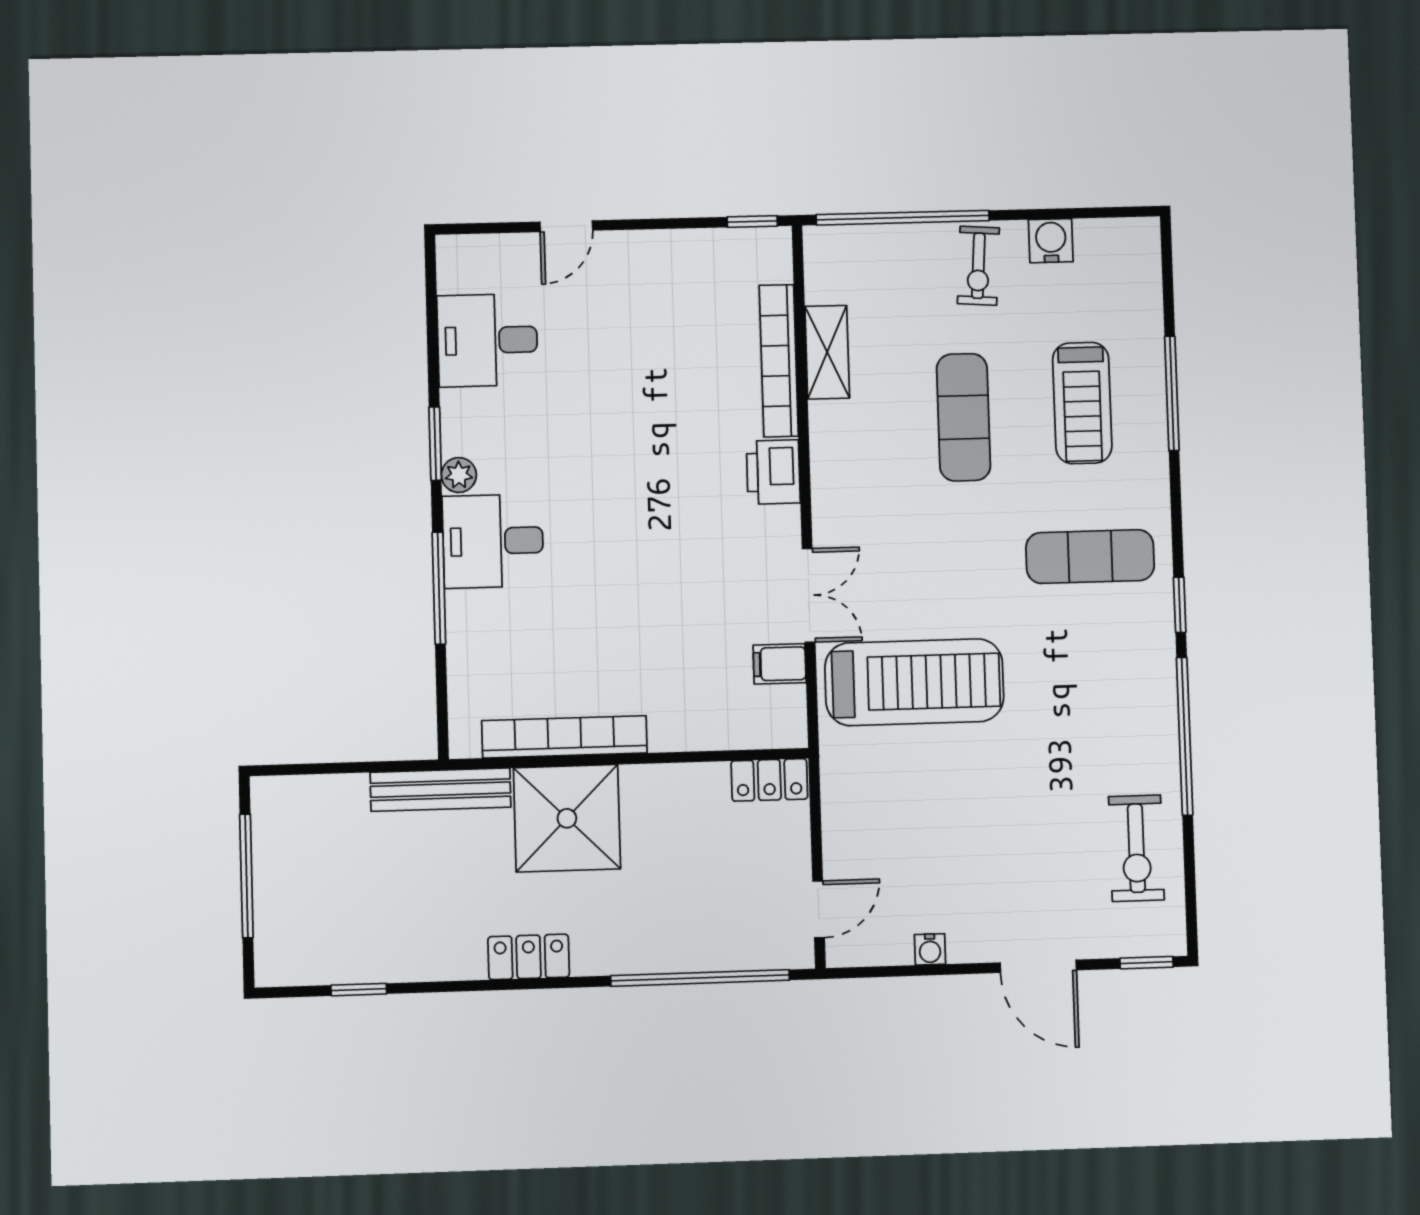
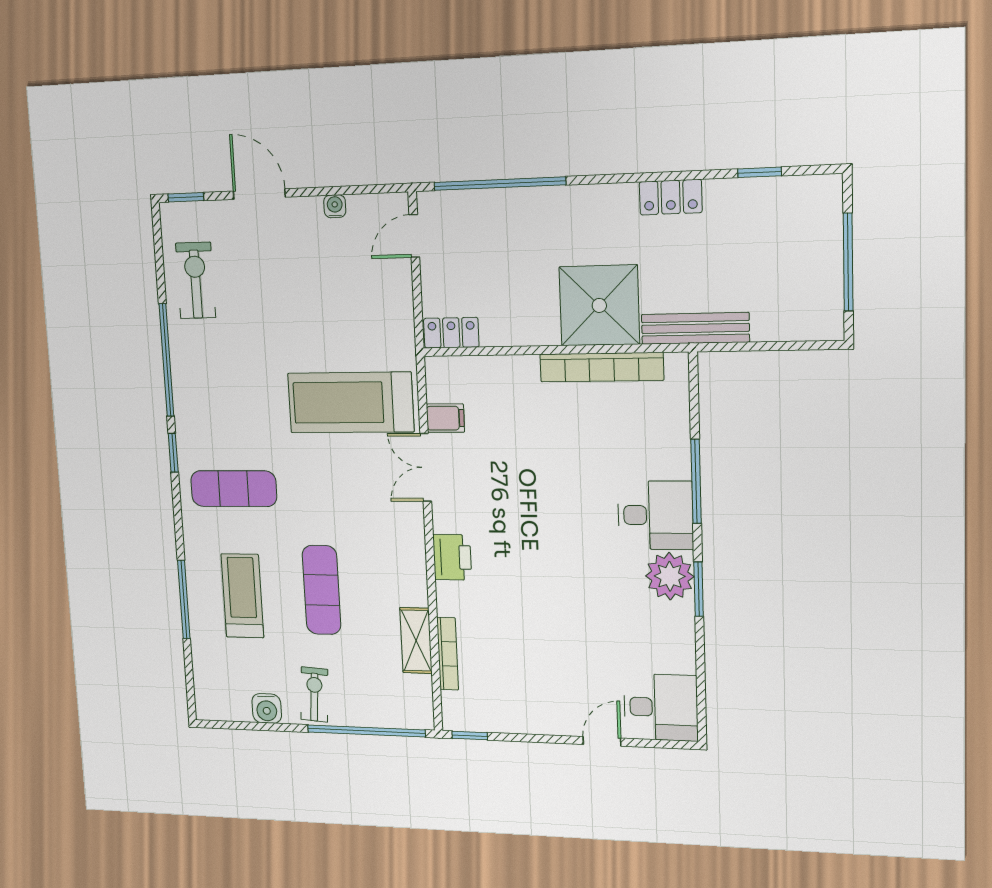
desk: (487, 340) -> (661, 707), moved
bookcase: (779, 361) -> (448, 654), width x0.68, depth x0.76
plant: (459, 475) -> (670, 576), width x1.88, depth x1.88
locker: (529, 957) -> (671, 197), moved

